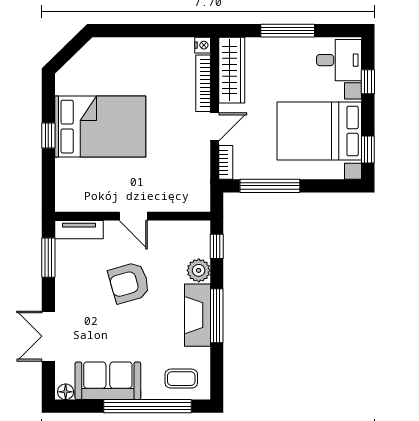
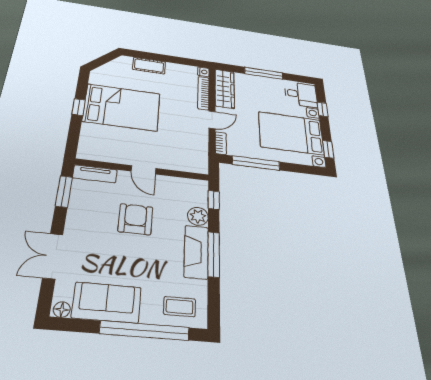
cot: (129, 49) -> (149, 66), added
armchair: (129, 283) -> (135, 219), turned 106

